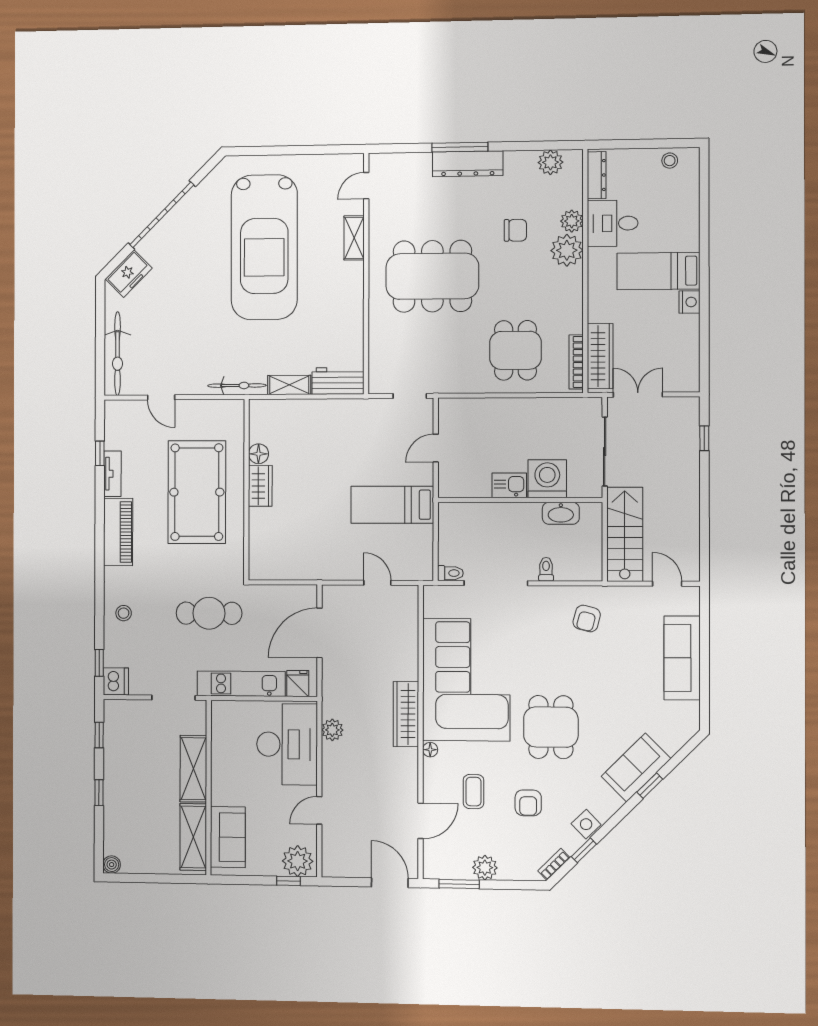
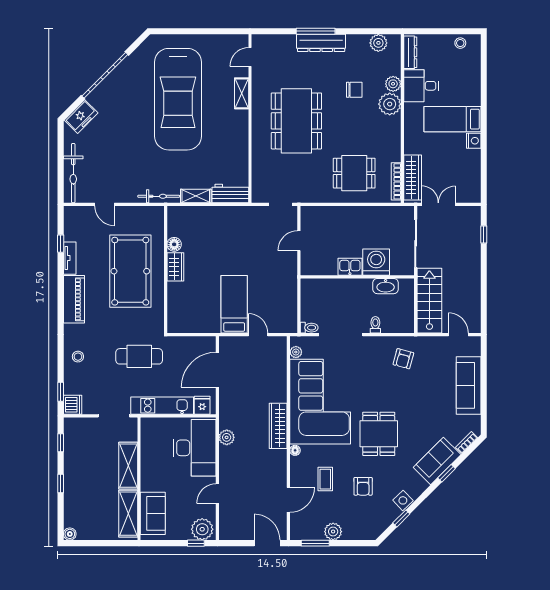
dining table: (432, 276) -> (296, 121), turned 90
dining table: (515, 350) -> (354, 173), turned 90
bed: (392, 505) -> (234, 304), moved, turned 90
plant: (431, 608) -> (296, 352), added
bookcase: (554, 864) -> (467, 443), moved

